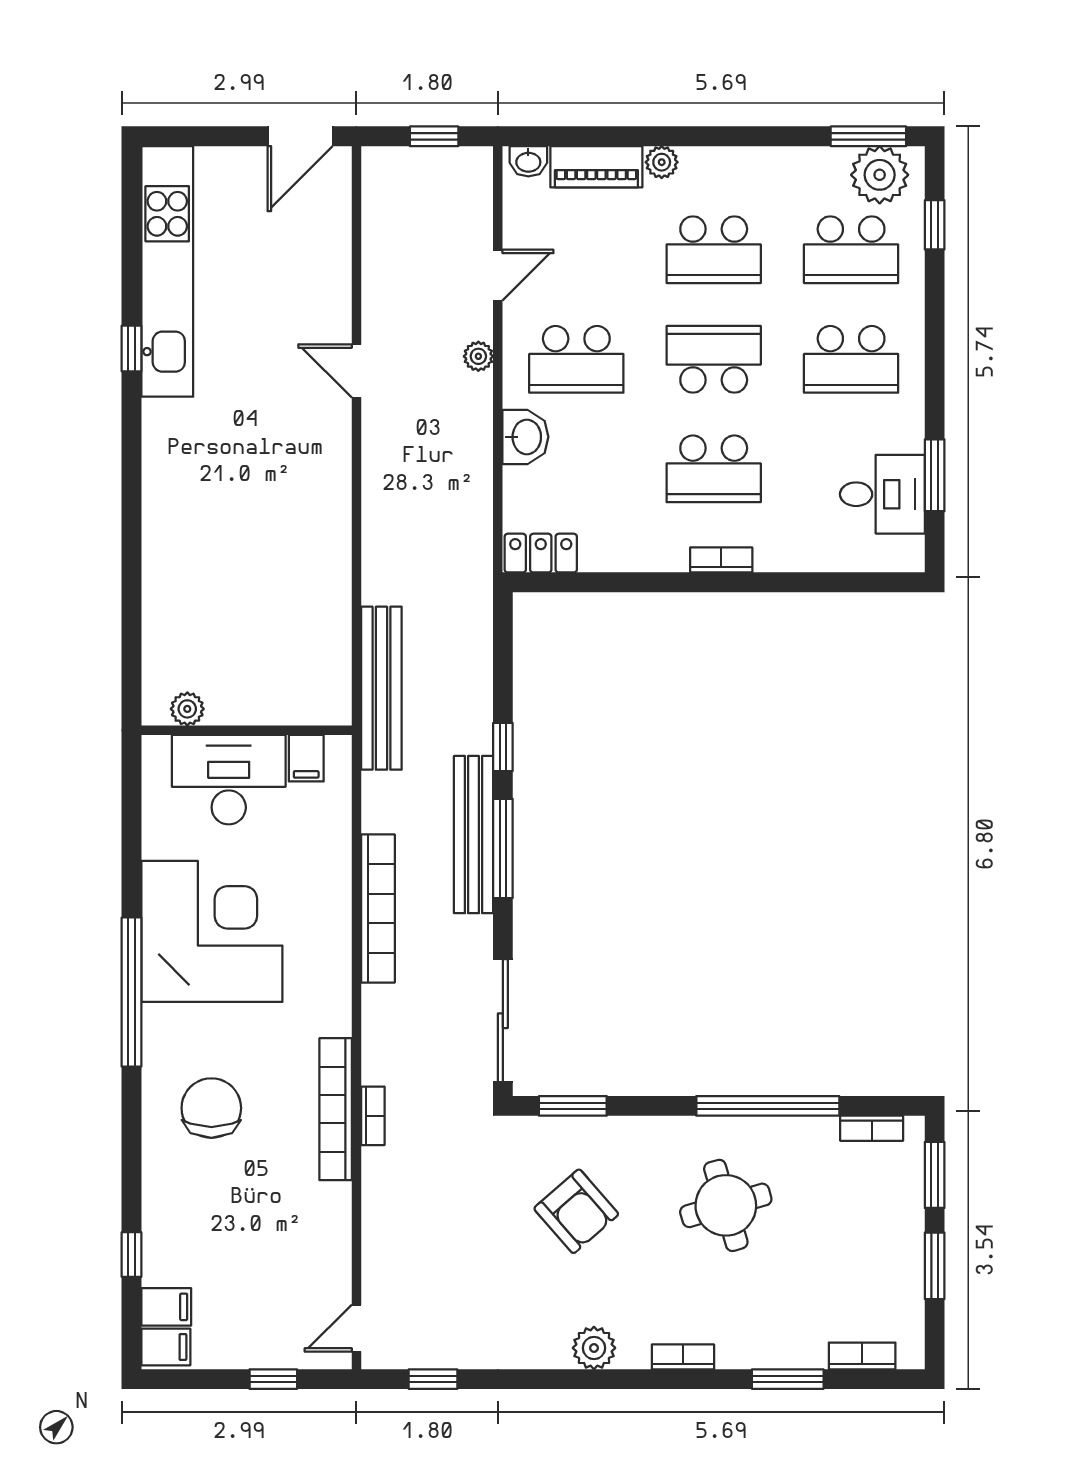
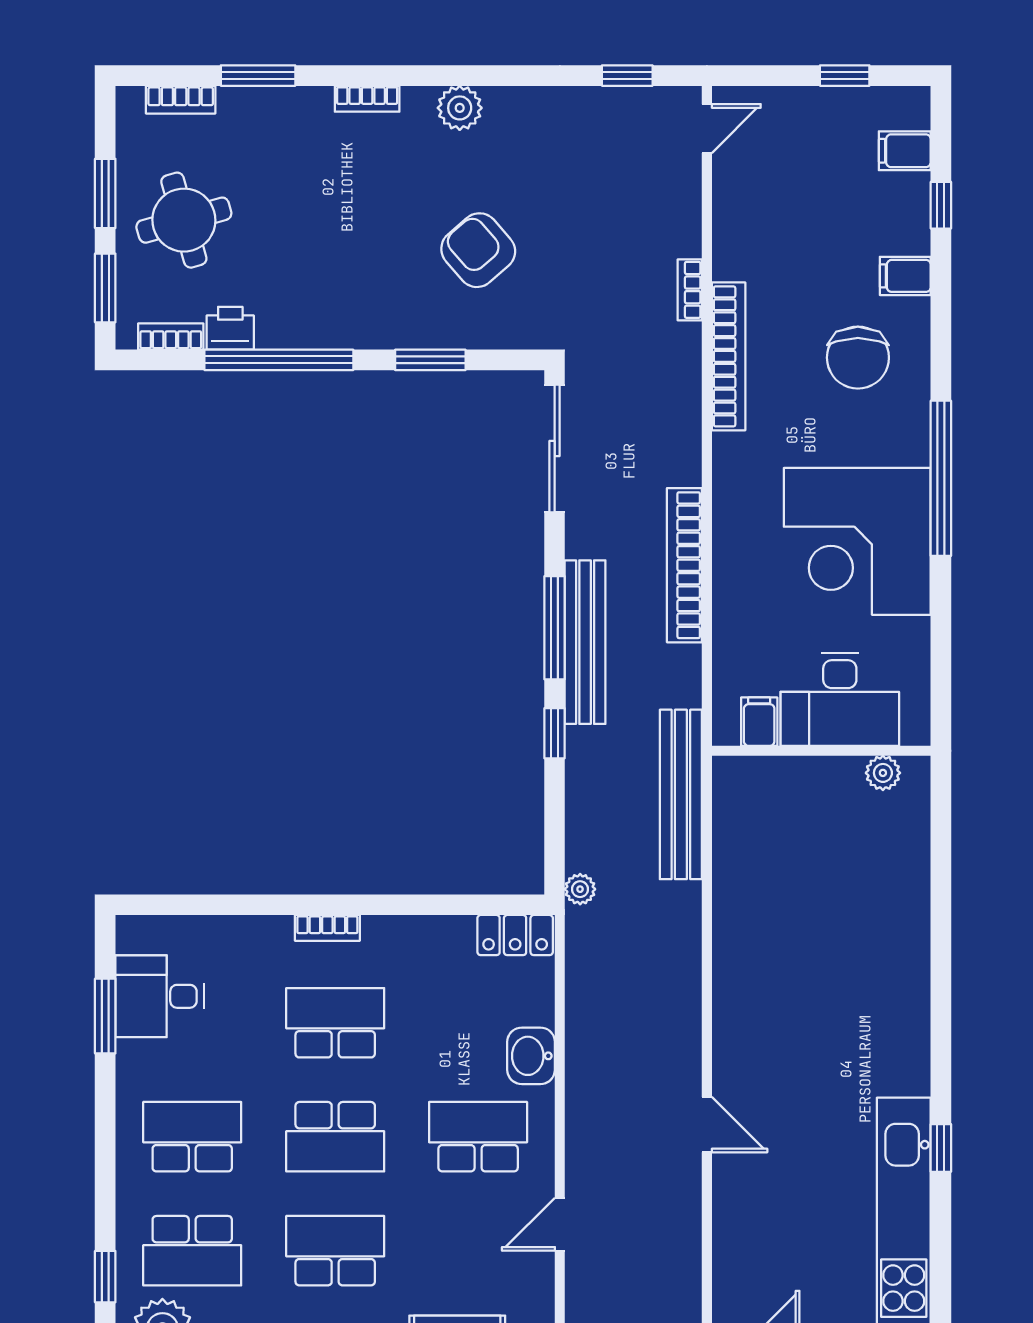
school desk: (851, 250) -> (192, 1251), turned 180
plant: (478, 356) -> (580, 889), moved
window: (573, 1106) -> (430, 360), moved
bookcase: (373, 1116) -> (690, 290), moved
printer: (814, 1136) -> (230, 328), added
round table: (726, 1205) -> (184, 220), moved
filing cabinet: (166, 1347) -> (905, 276), moved
window: (273, 1379) -> (845, 76), moved

